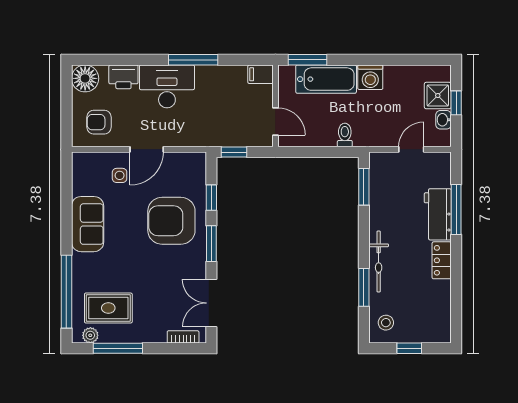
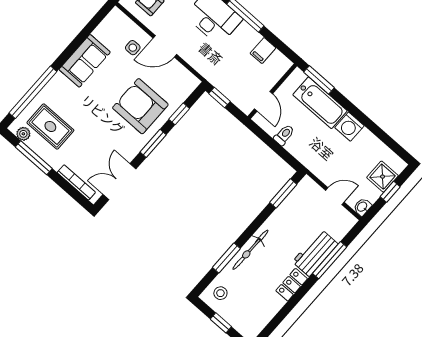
filing cabinet: (260, 74) -> (263, 51), moved, turned -90
washbasin: (443, 120) -> (362, 207), moved
toilet: (345, 135) -> (284, 135), moved
bookcase: (183, 337) -> (76, 182), width x1.56

